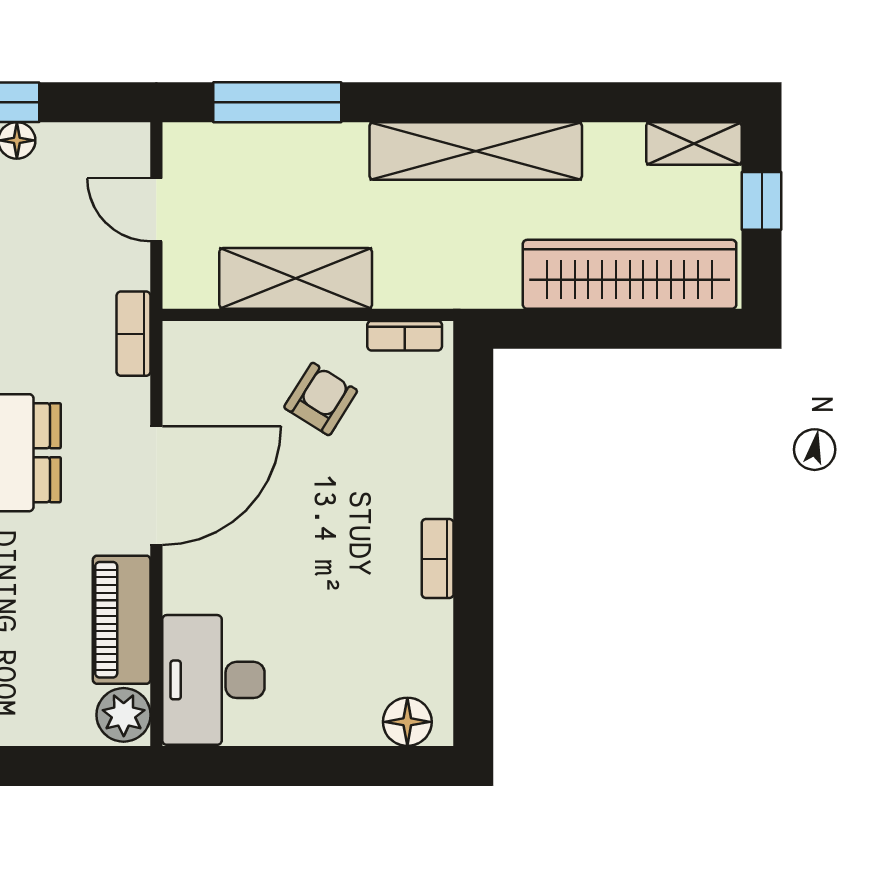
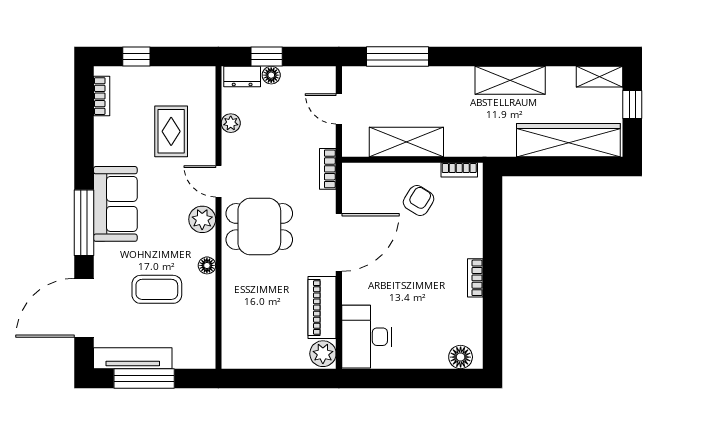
shelving: (476, 151) -> (510, 80), width x0.68

